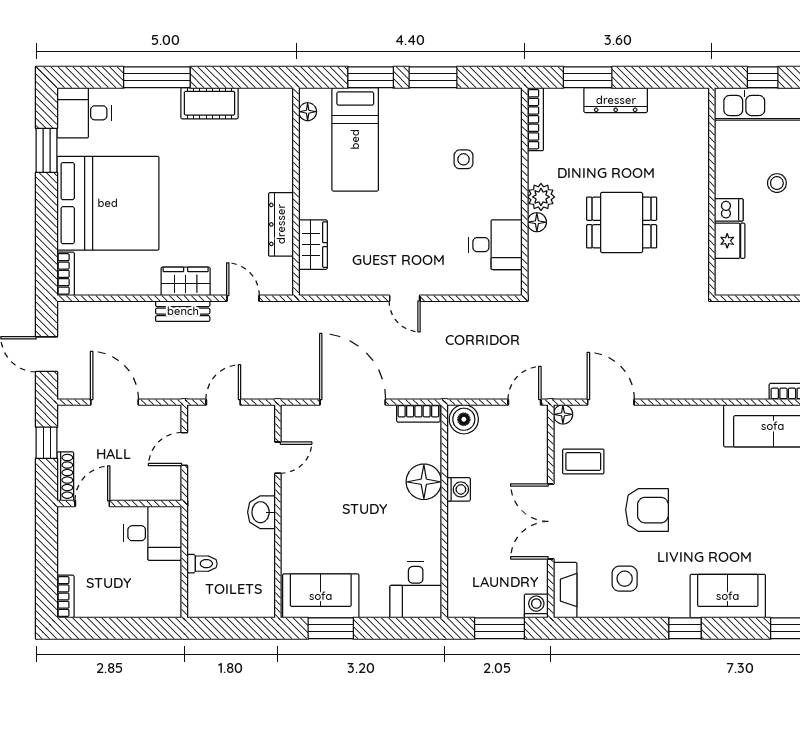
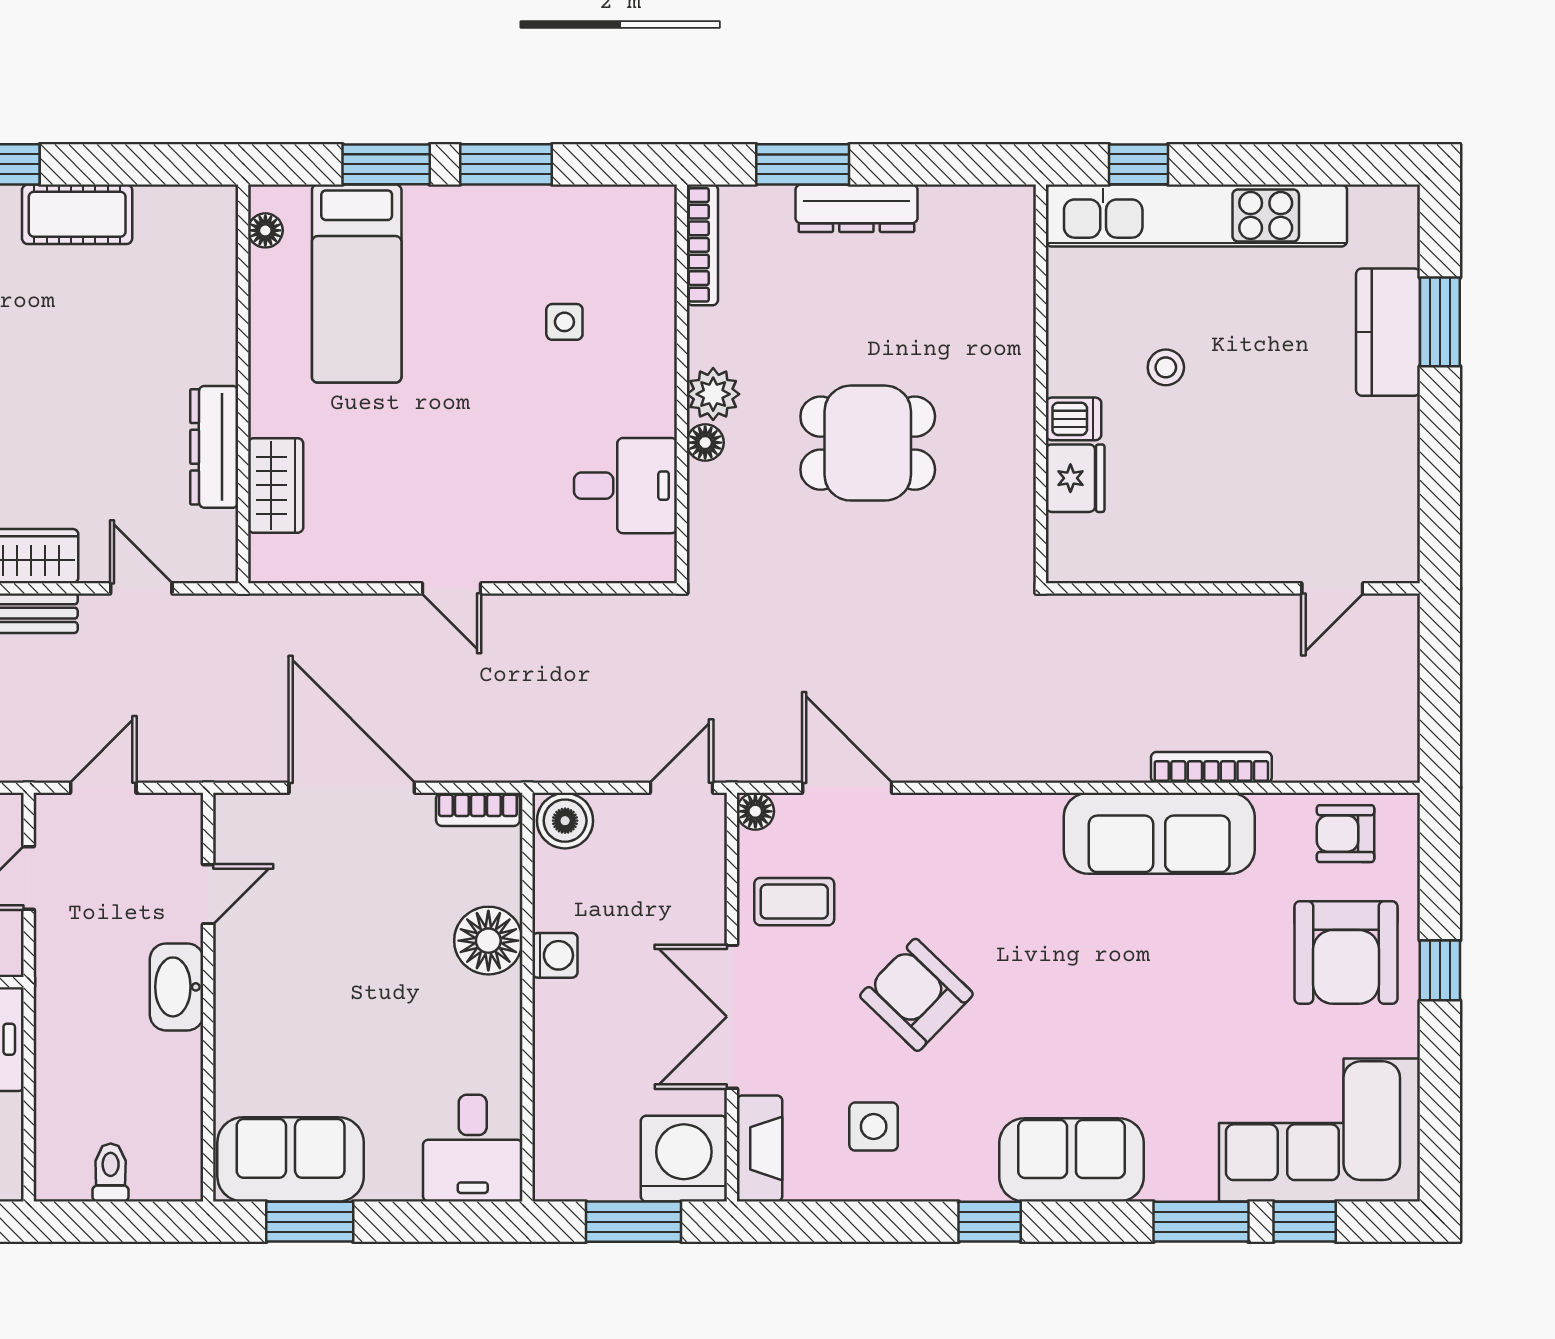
armchair: (647, 510) -> (916, 995), turned -136
washbasin: (261, 512) -> (177, 987), width x1.38
toilet: (202, 564) -> (111, 1173), moved, turned -90
washing machine: (536, 606) -> (684, 1159), width x1.89, depth x1.89

